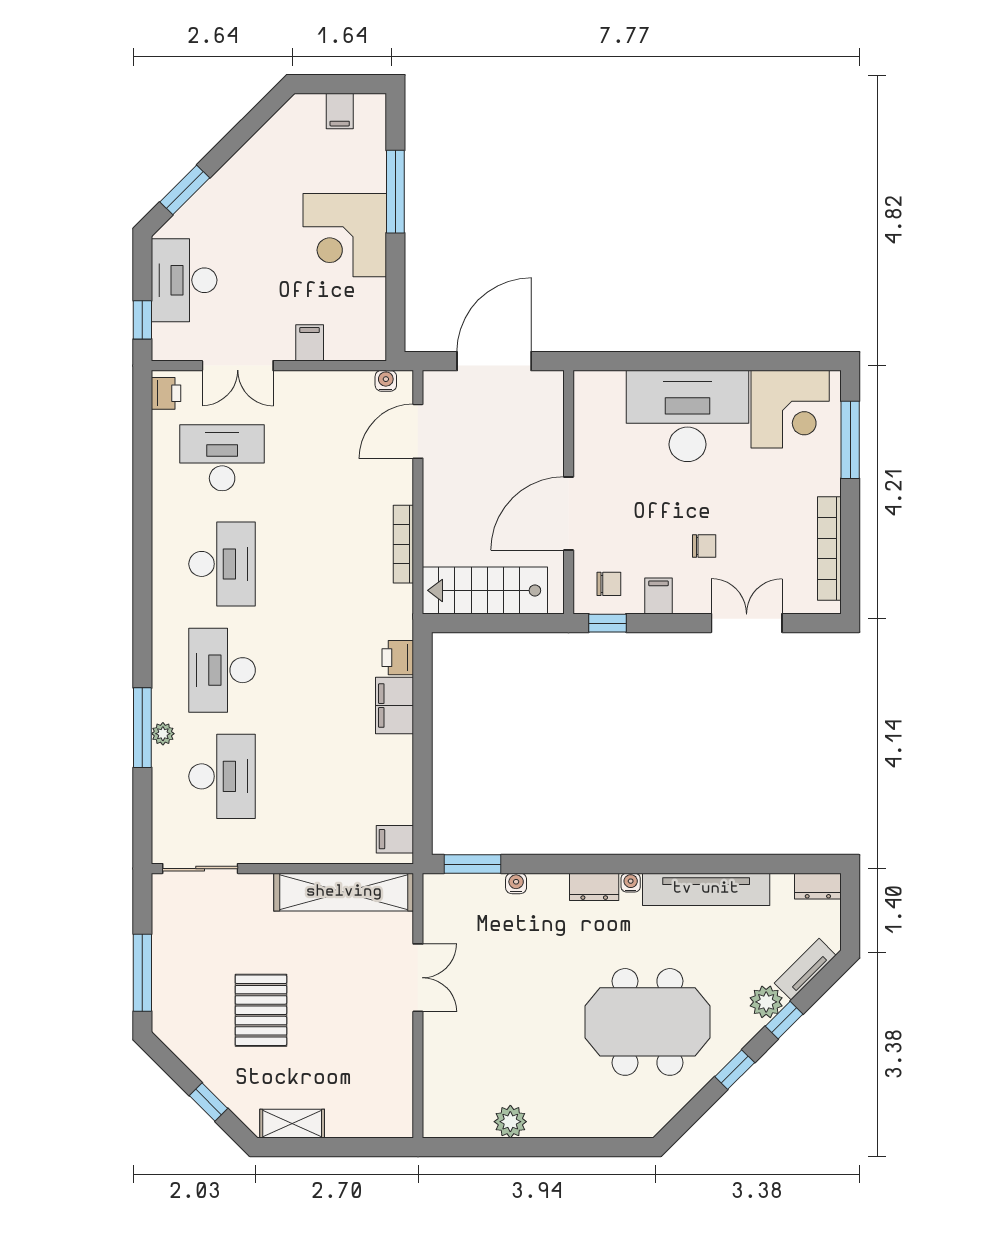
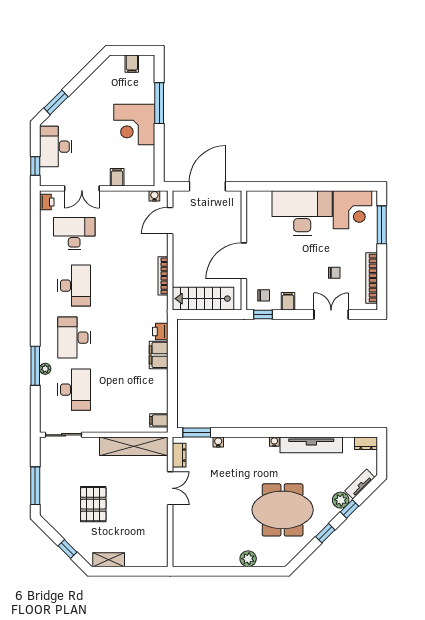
chair: (704, 546) -> (334, 273), moved
dresser: (594, 887) -> (179, 455), moved, turned -90
plant: (510, 1122) -> (248, 559), moved

